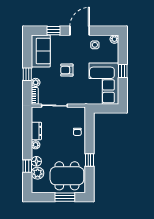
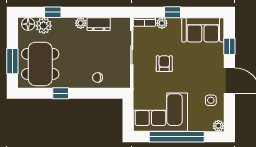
armchair: (67, 70) -> (164, 64), moved
window: (123, 71) -> (177, 137), width x3.17
floor lamp: (36, 161) -> (28, 24), moved

